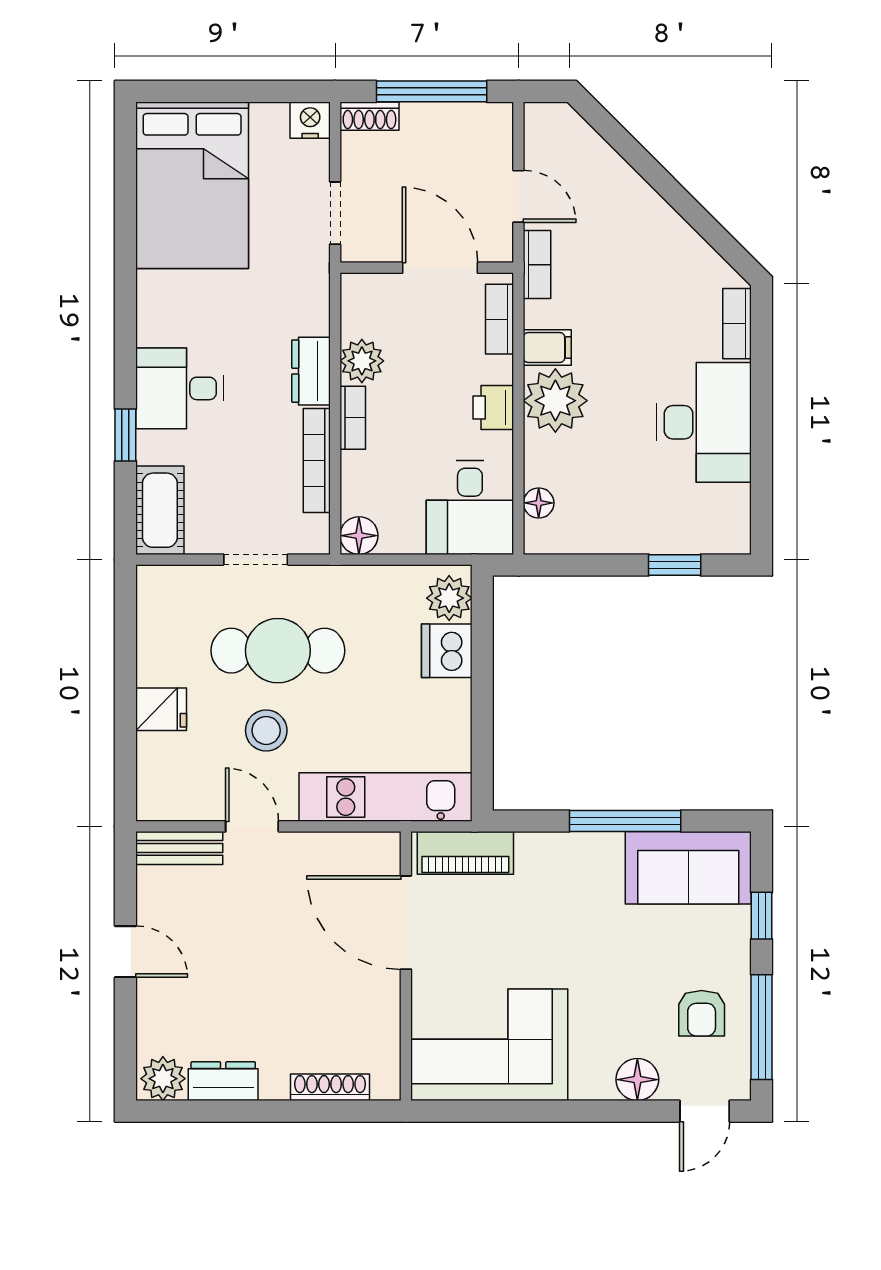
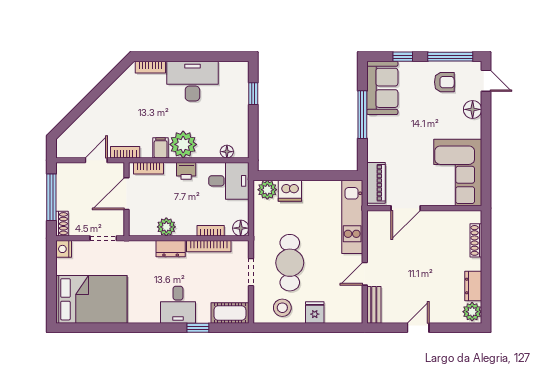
bookcase: (353, 418) -> (211, 231), moved
stool: (266, 730) -> (282, 308), moved
door: (406, 923) -> (406, 208), width x0.73

